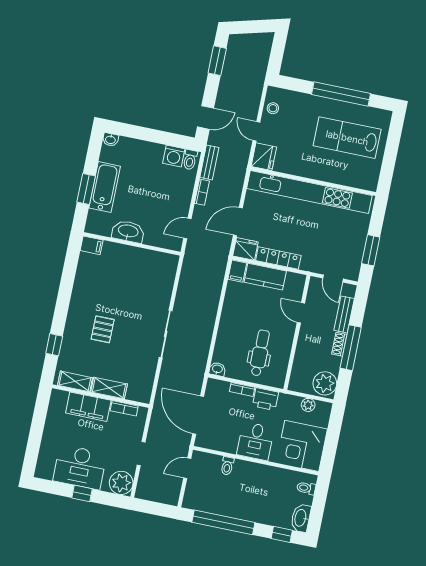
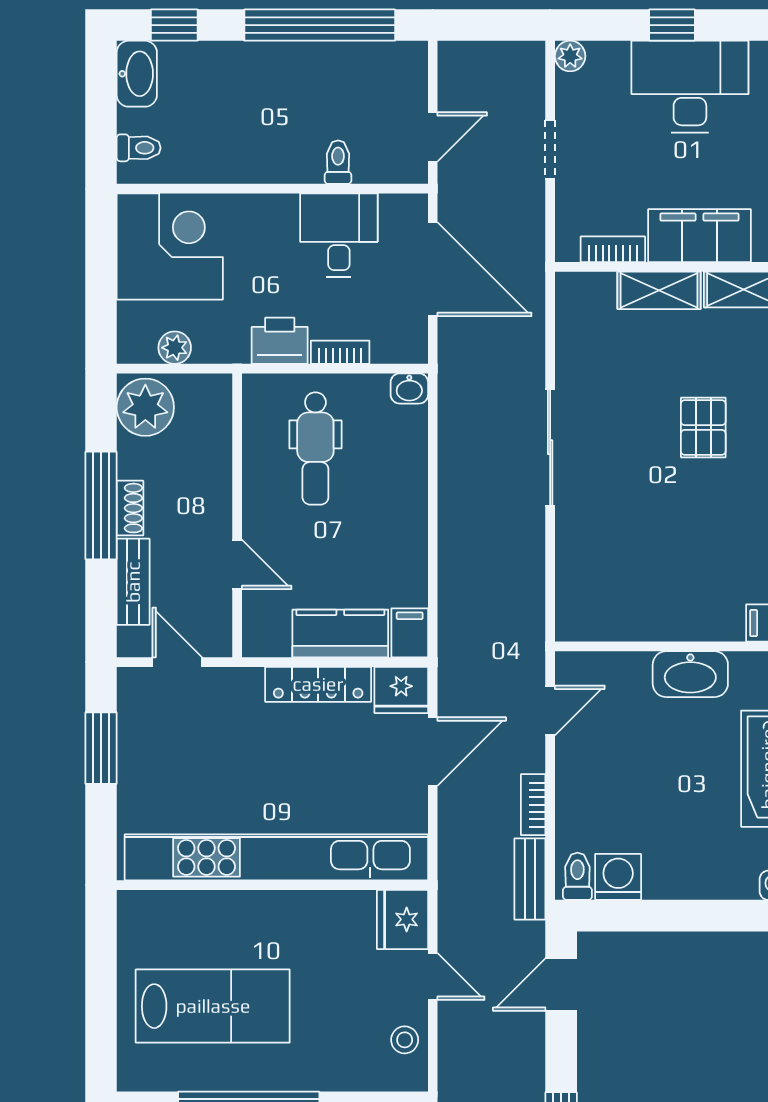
desk: (255, 441) -> (339, 235), moved
plant: (121, 483) -> (570, 56), width x0.53, depth x0.53

